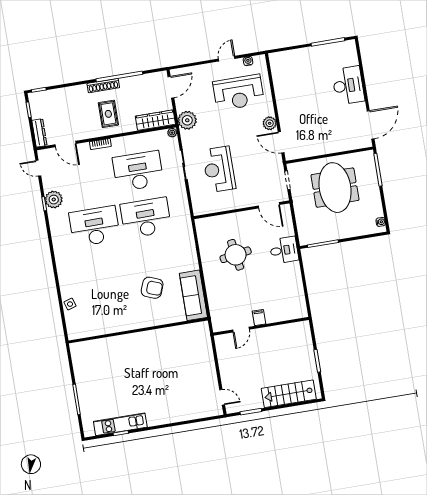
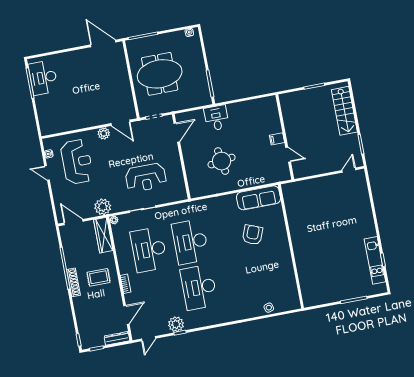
desk: (348, 85) -> (43, 78), moved, turned -90
door: (281, 142) -> (120, 123), hinge flipped

